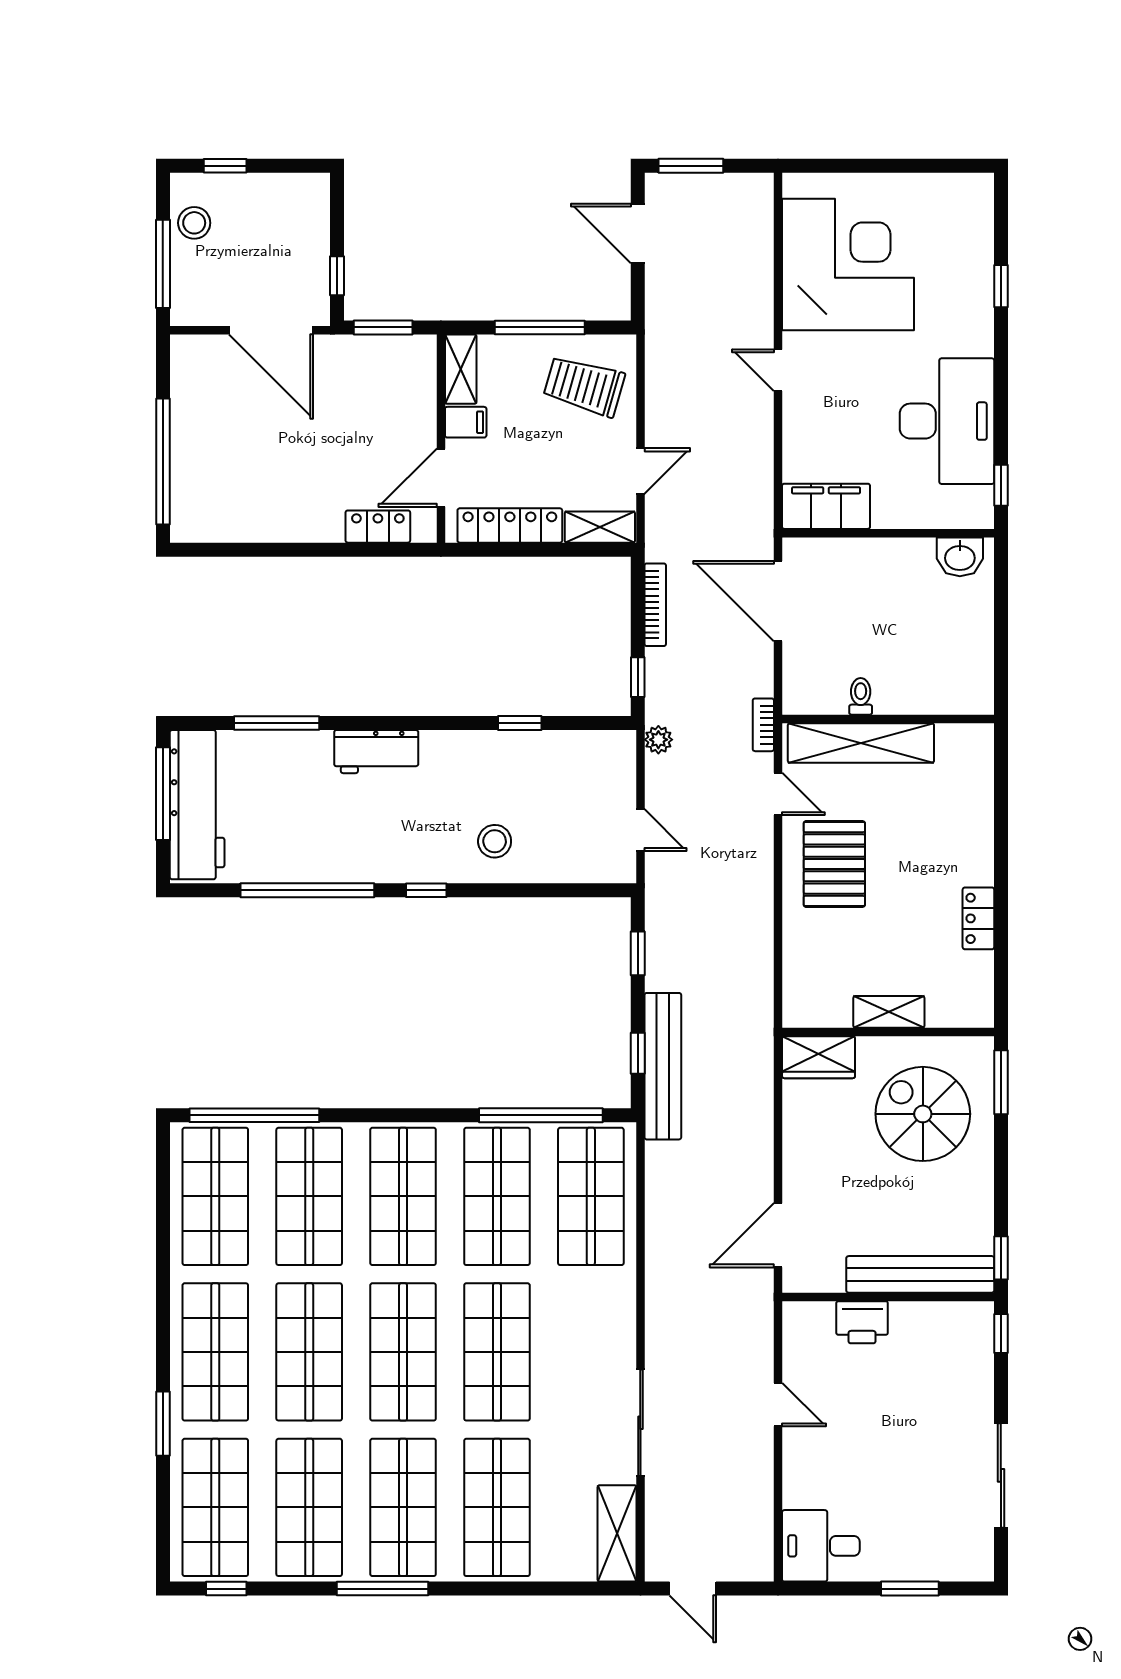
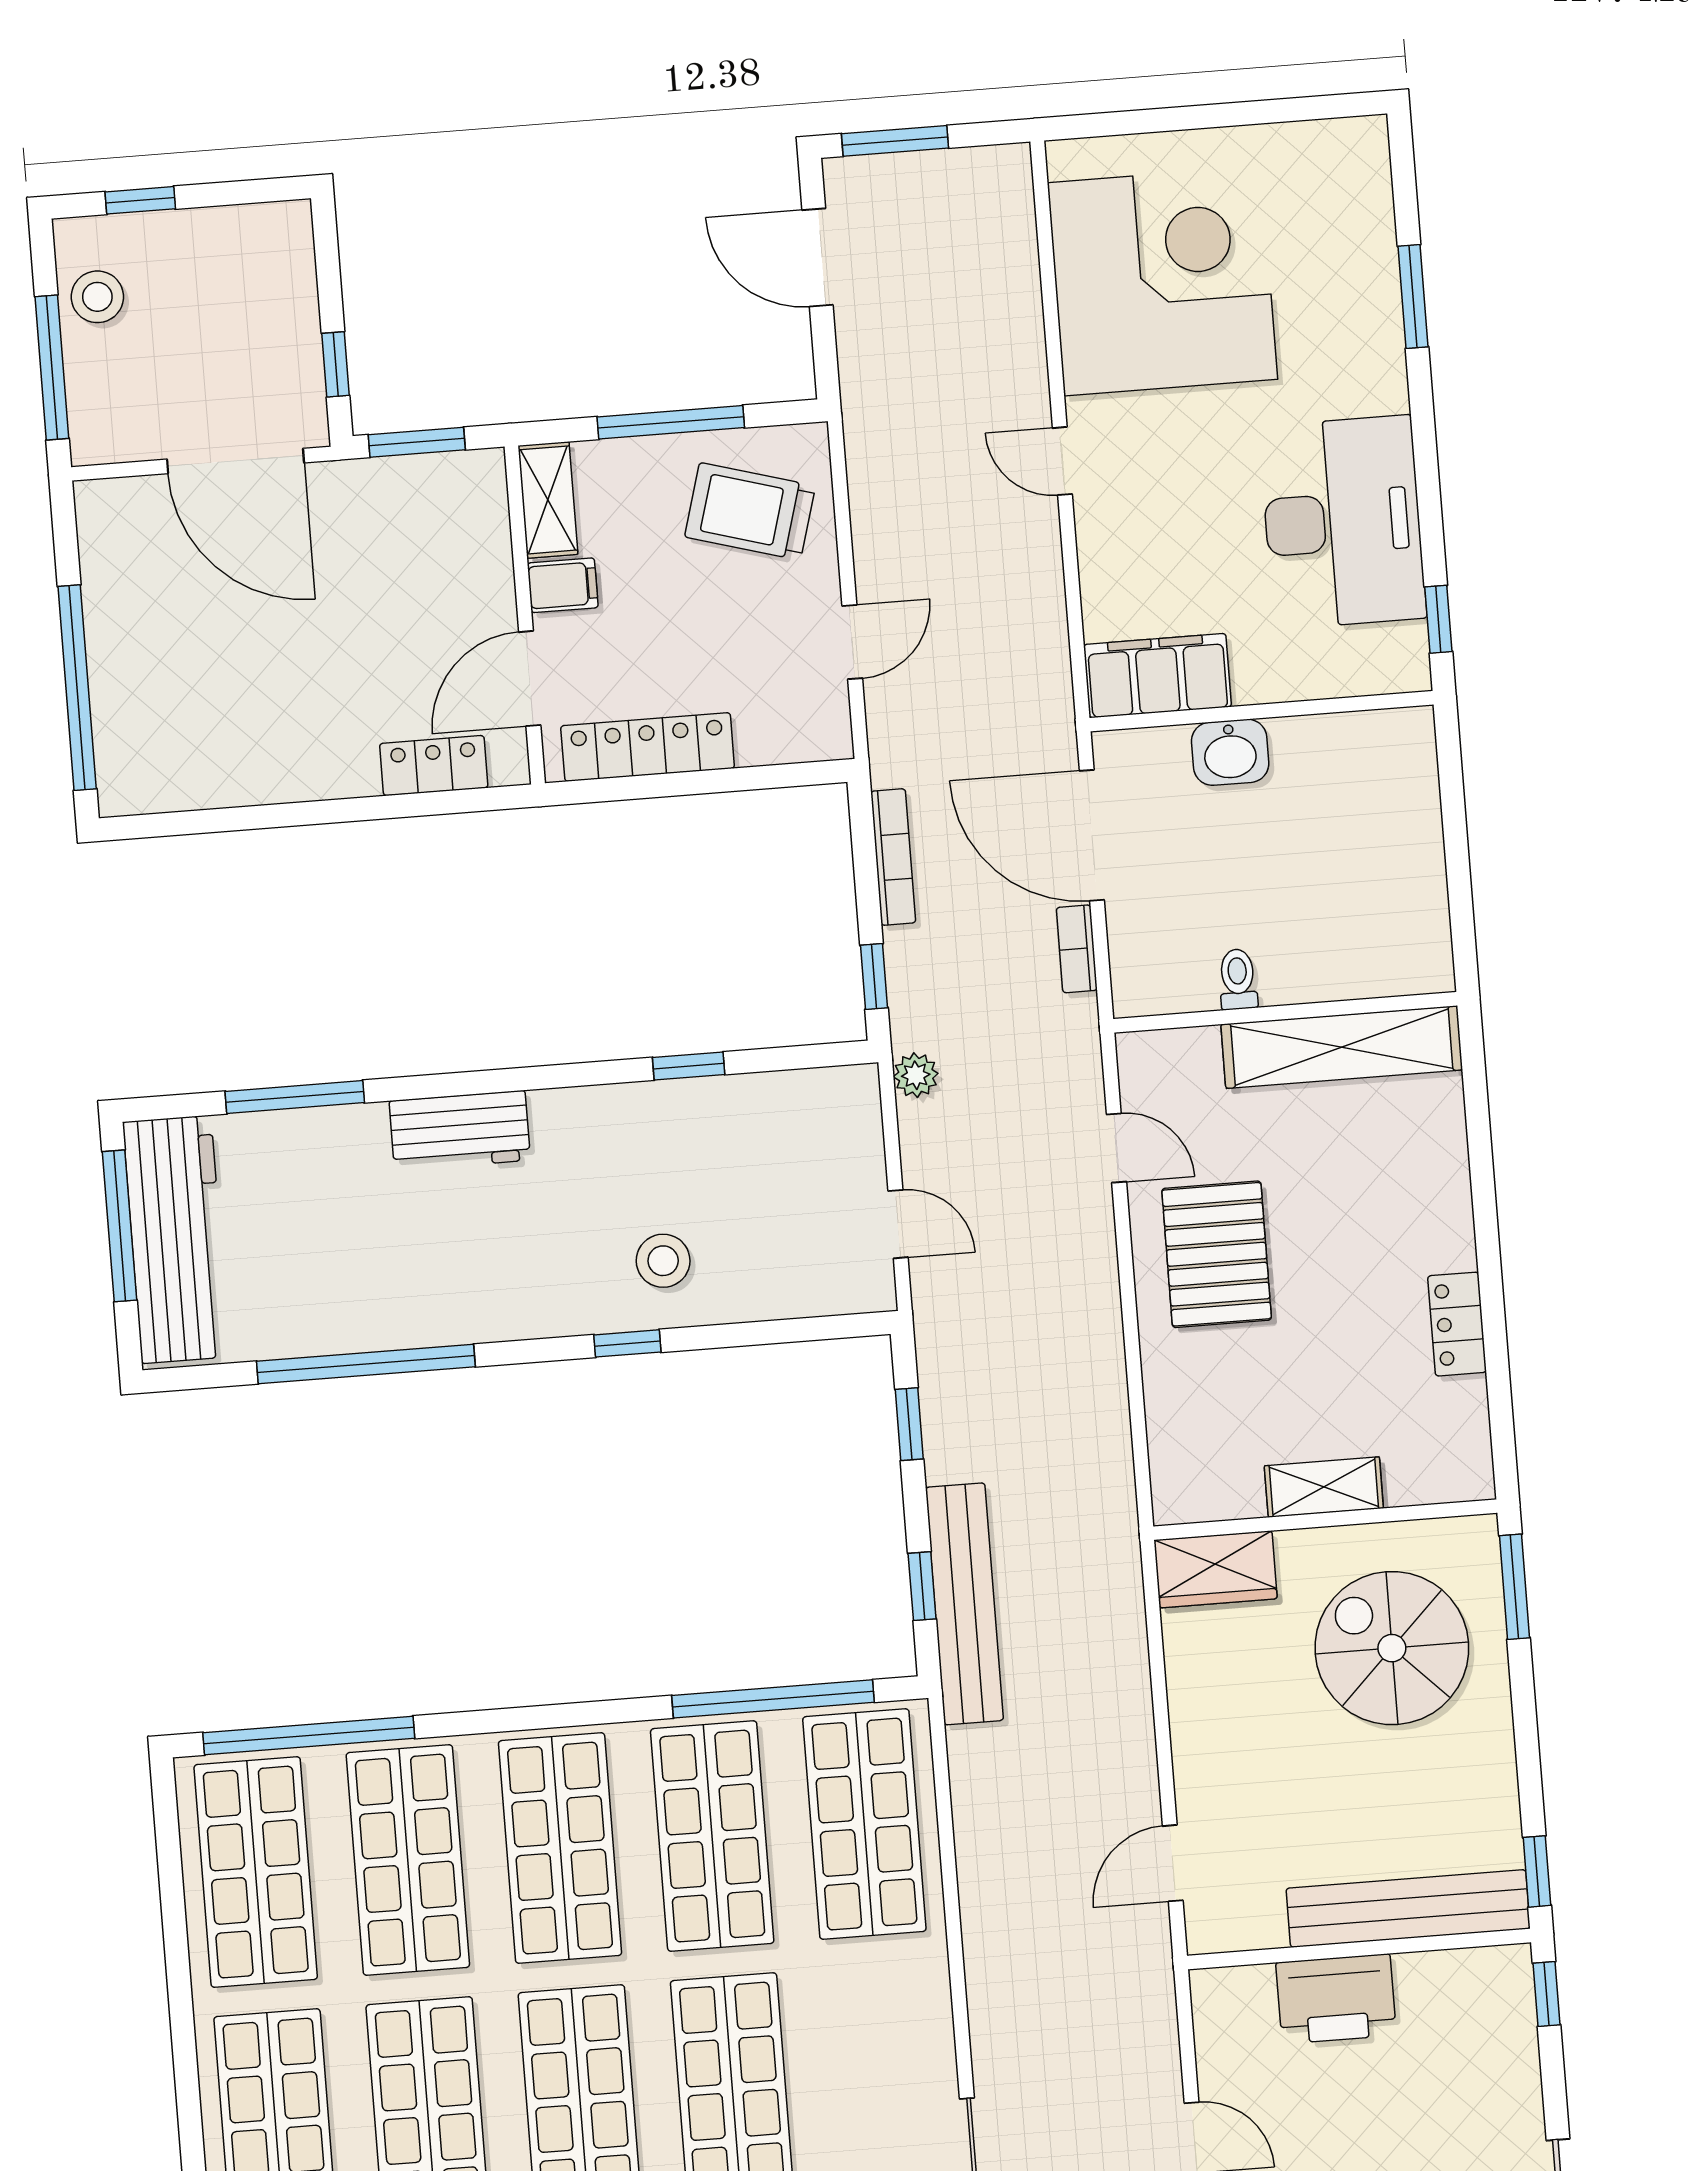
window: (1001, 286) -> (1413, 297), width x1.50
shelving: (600, 527) -> (794, 738), removed
washbasin: (960, 557) -> (1230, 752), moved
bookcase: (763, 725) -> (1077, 949), moved
shelving: (861, 743) -> (1342, 1047), moved
window: (426, 890) -> (627, 1343), moved
door: (778, 1235) -> (1173, 1863), width x0.73
printer: (862, 1322) -> (1336, 1999), width x1.37, depth x1.19

